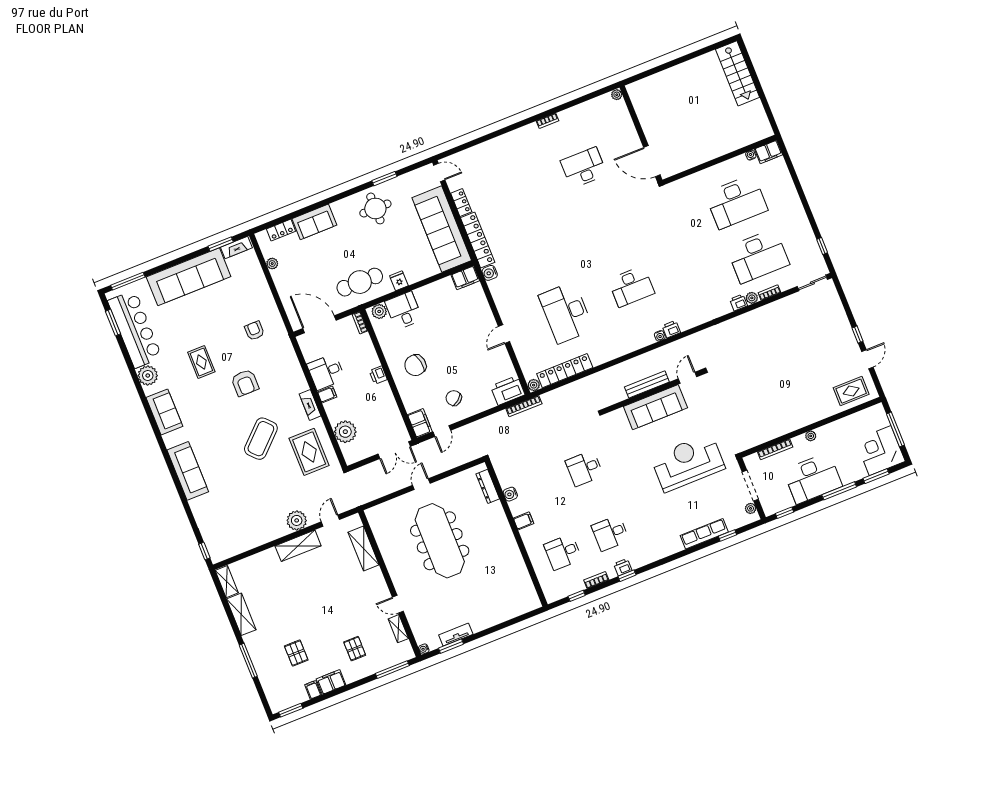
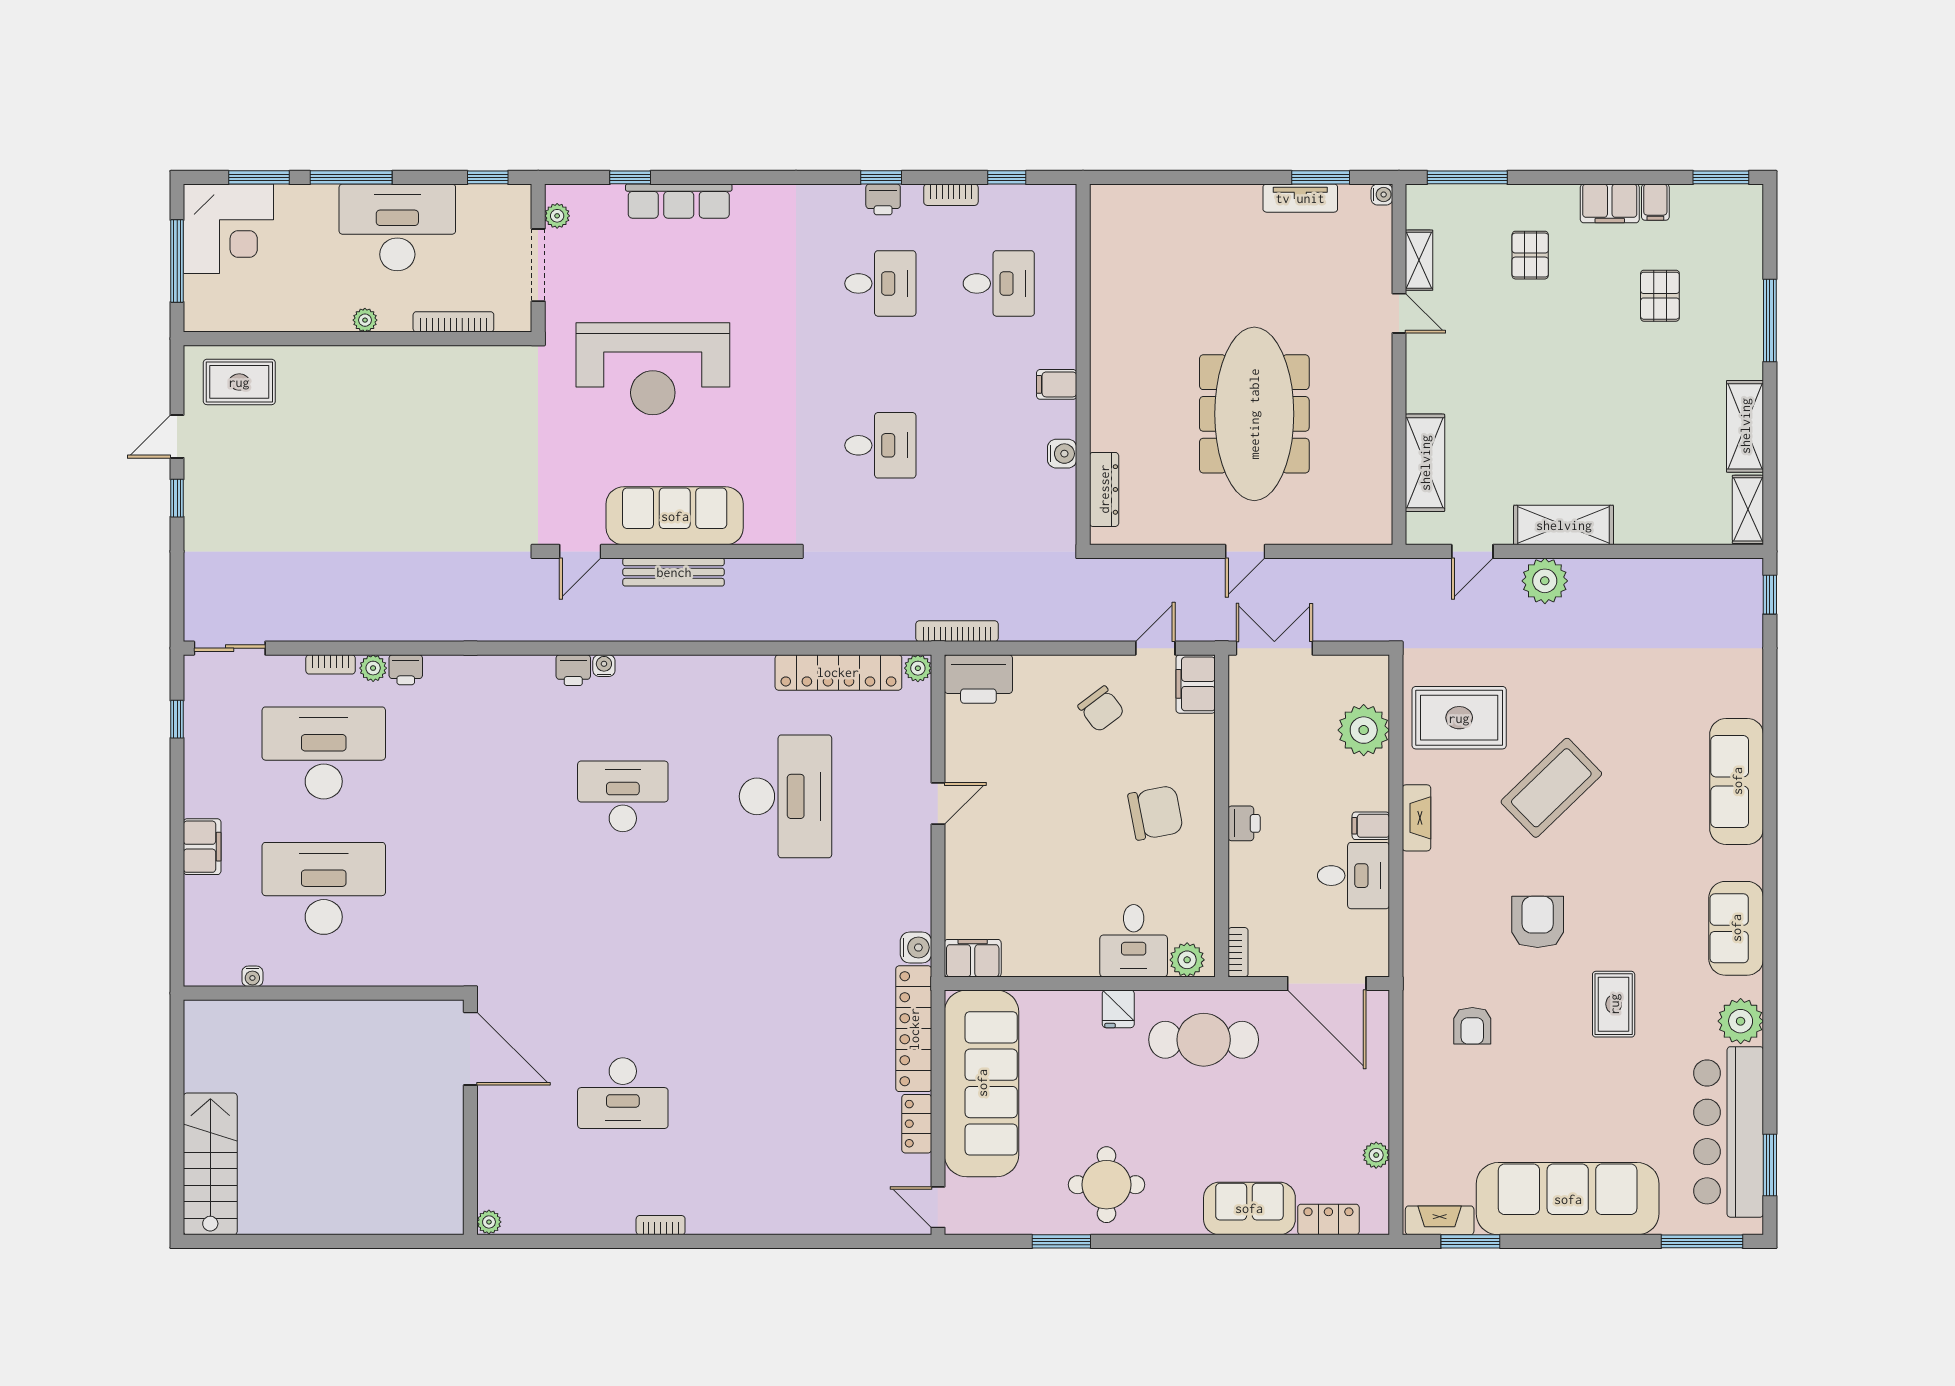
filing cabinet: (768, 152) -> (202, 847), moved, turned 90
rug: (309, 452) -> (1459, 718), turned 90

